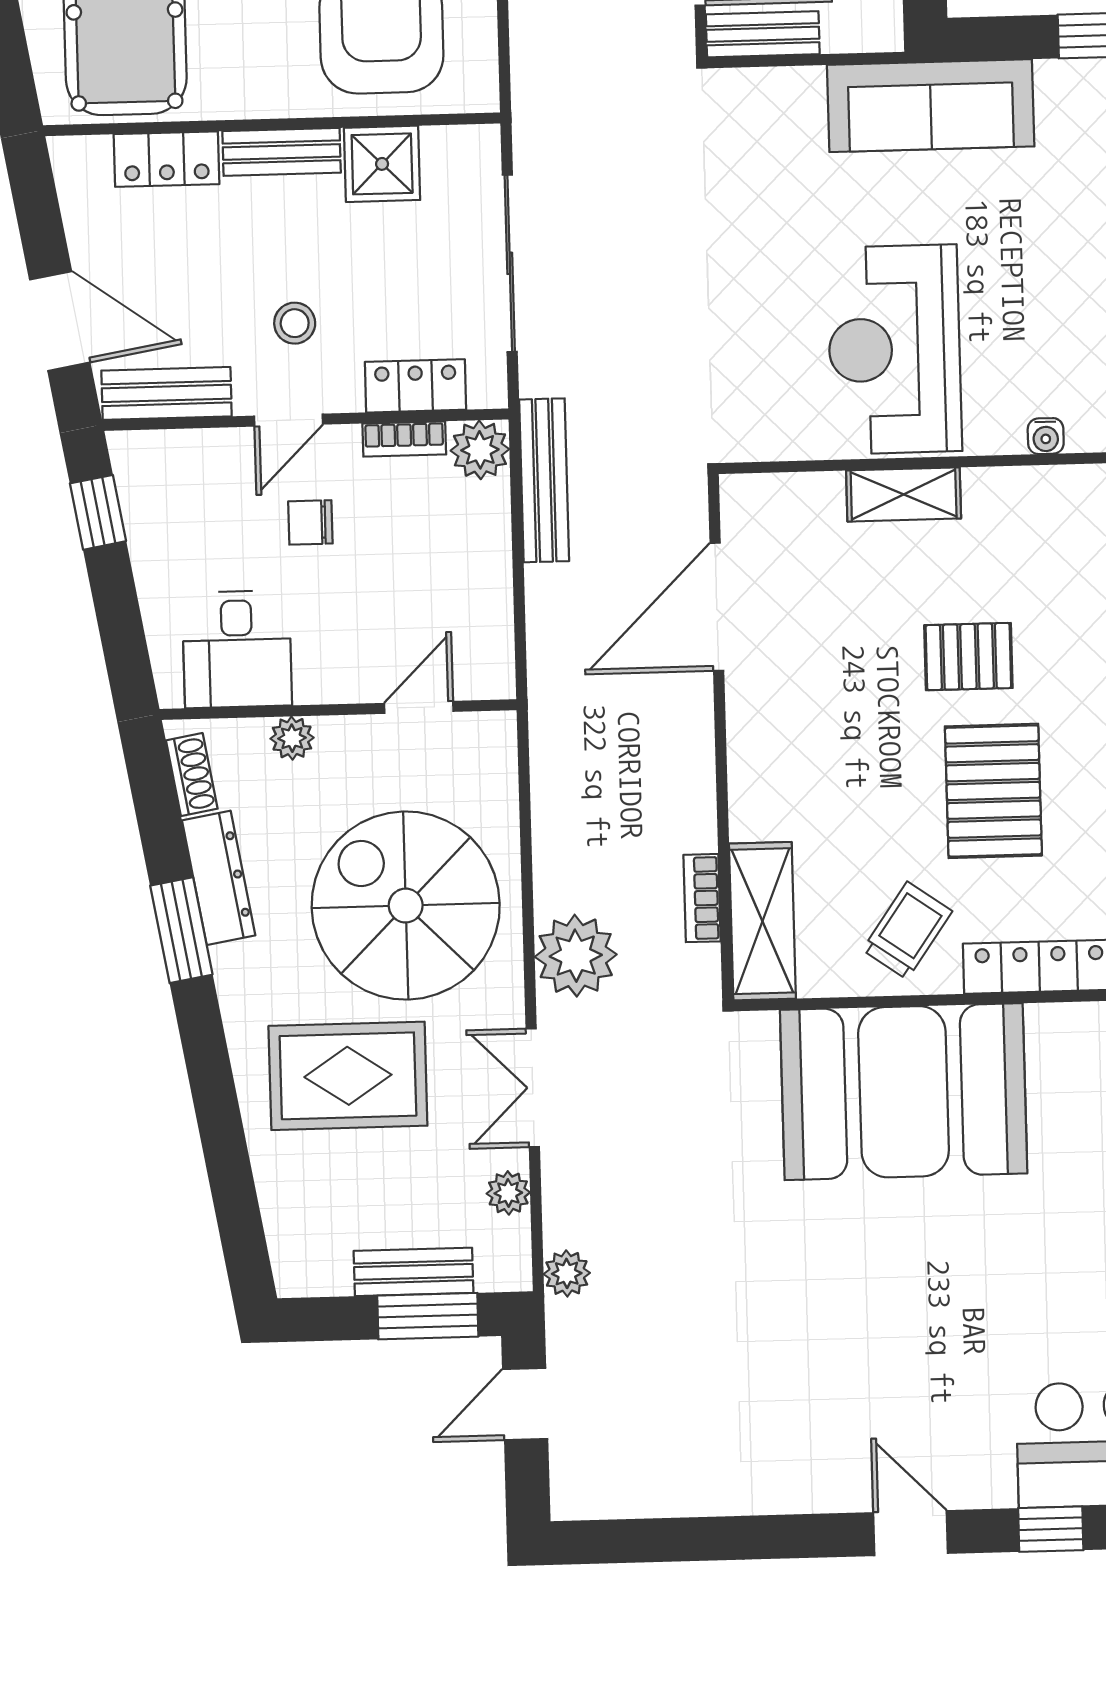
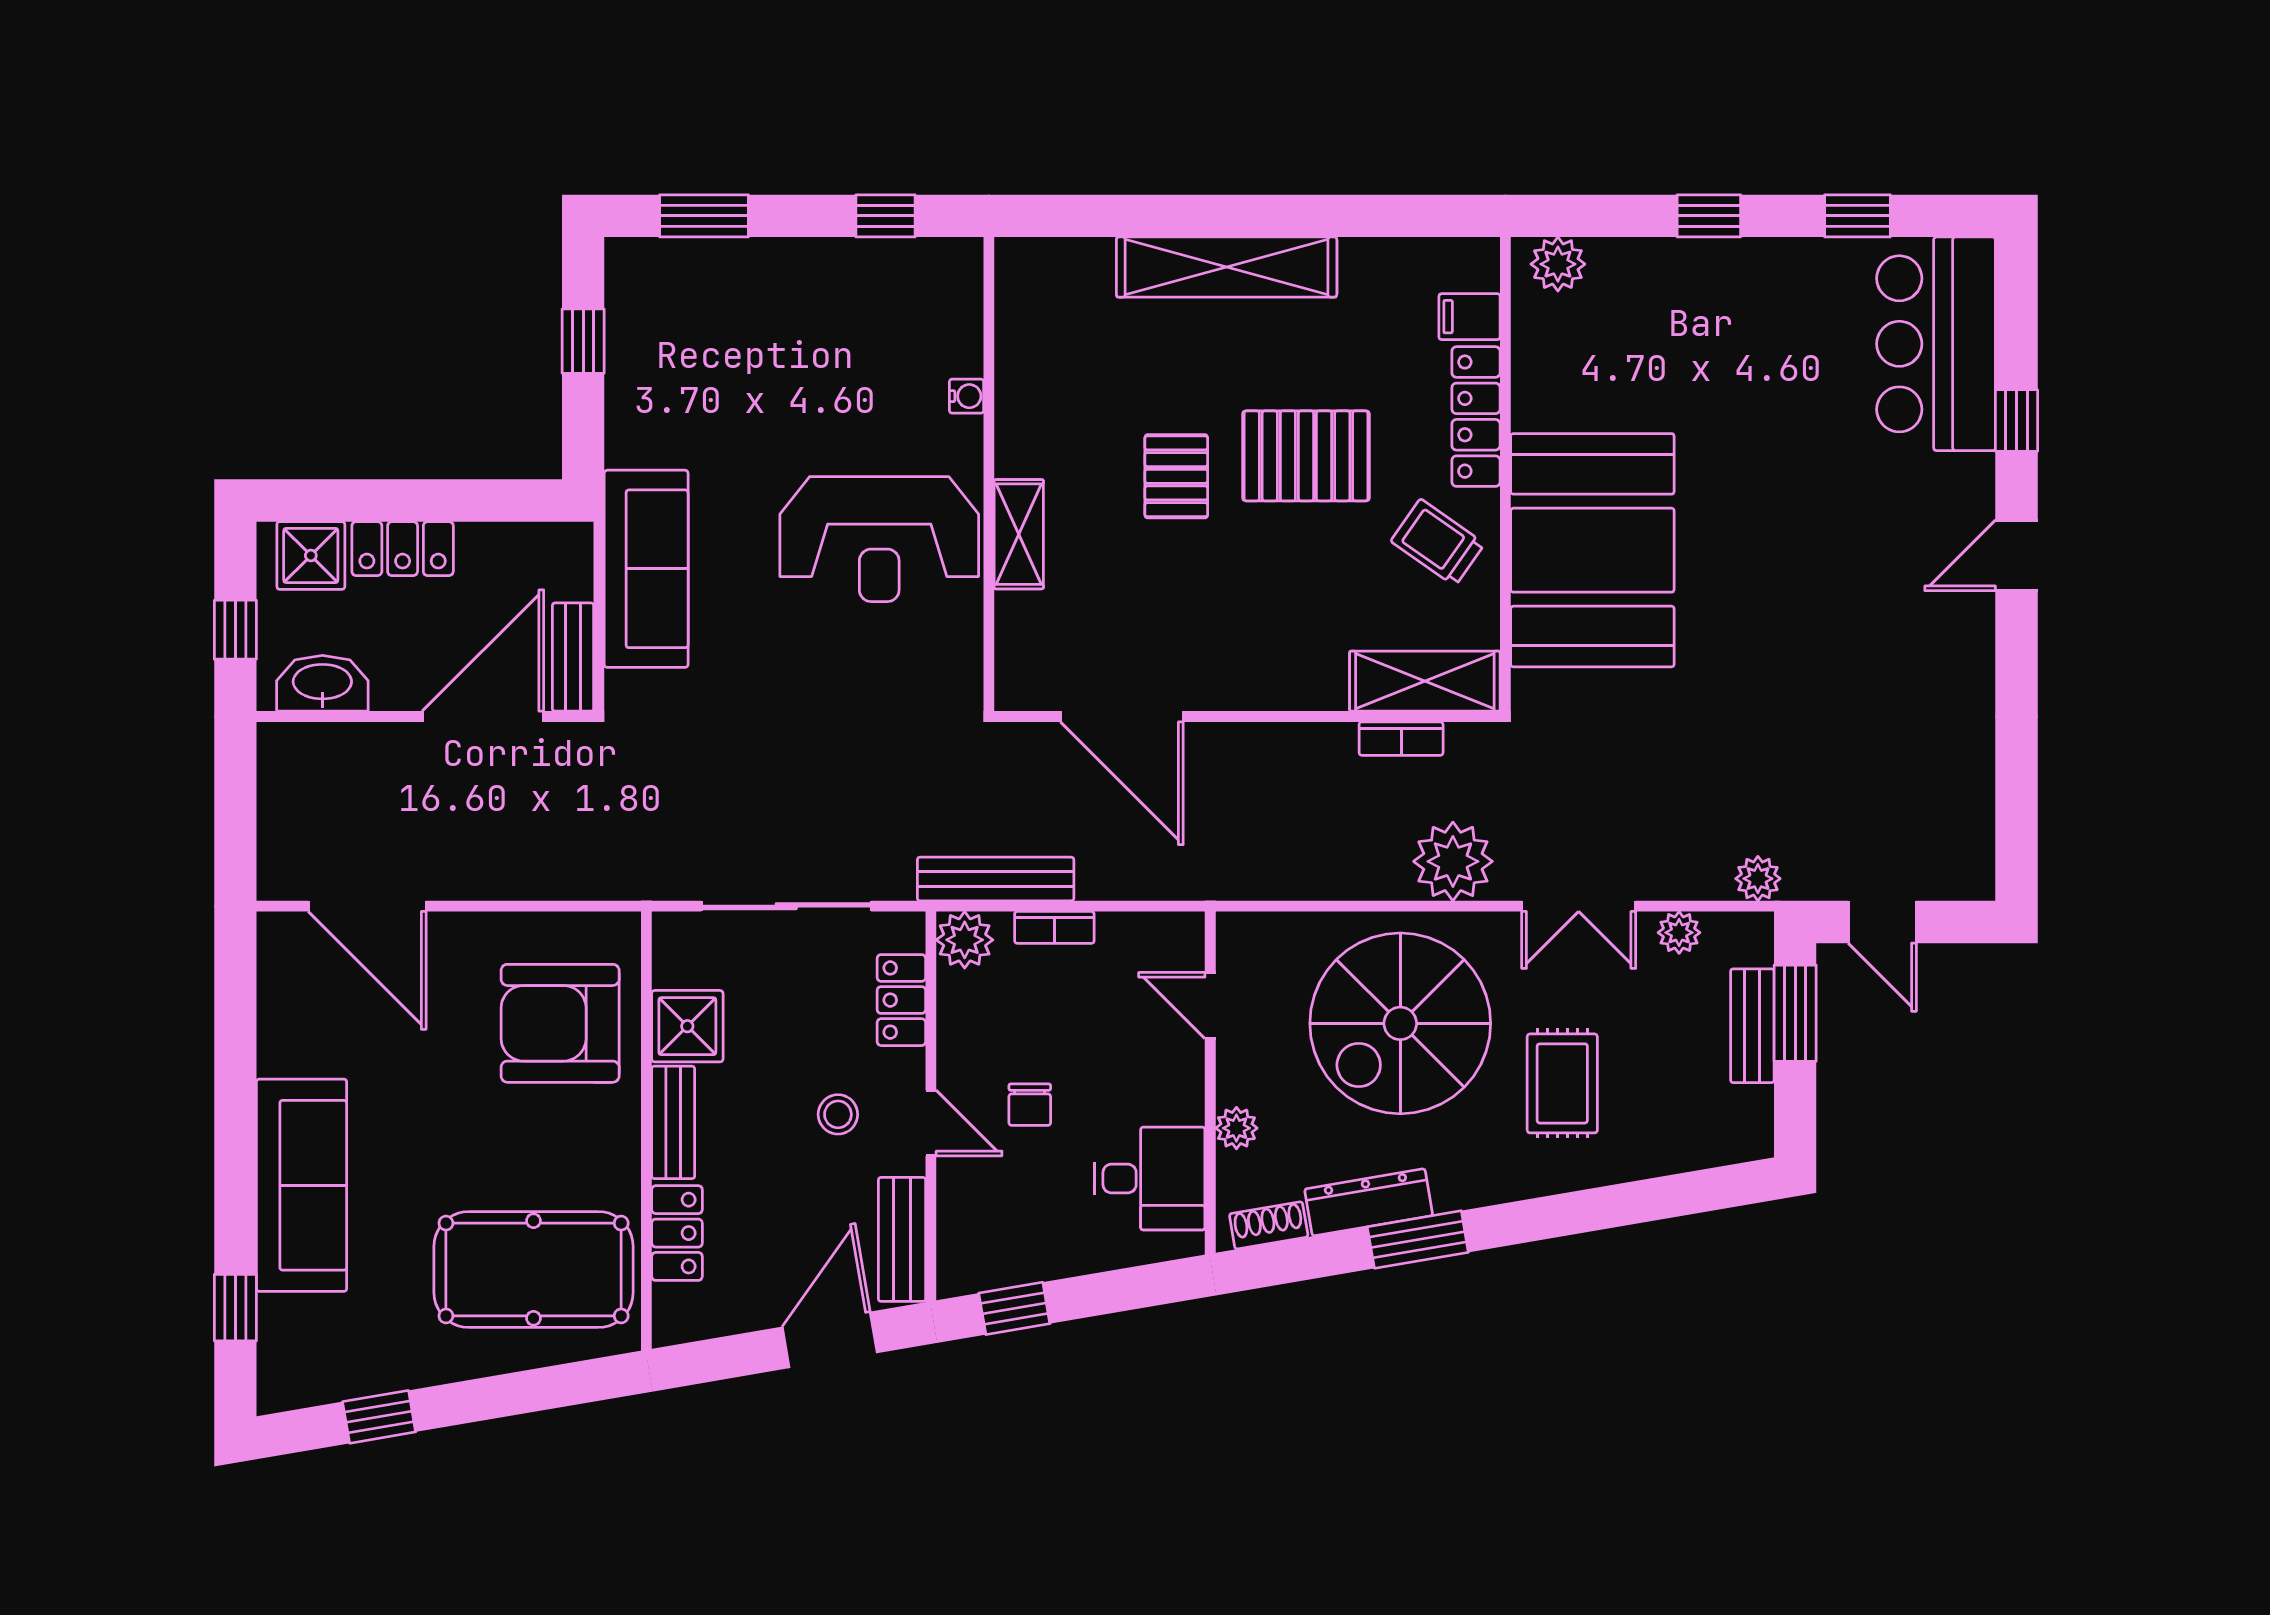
sofa: (931, 106) -> (646, 569), moved
bookcase: (404, 439) -> (1054, 927), moved, turned 90
rug: (348, 1076) -> (1562, 1083), width x0.73, depth x0.70

